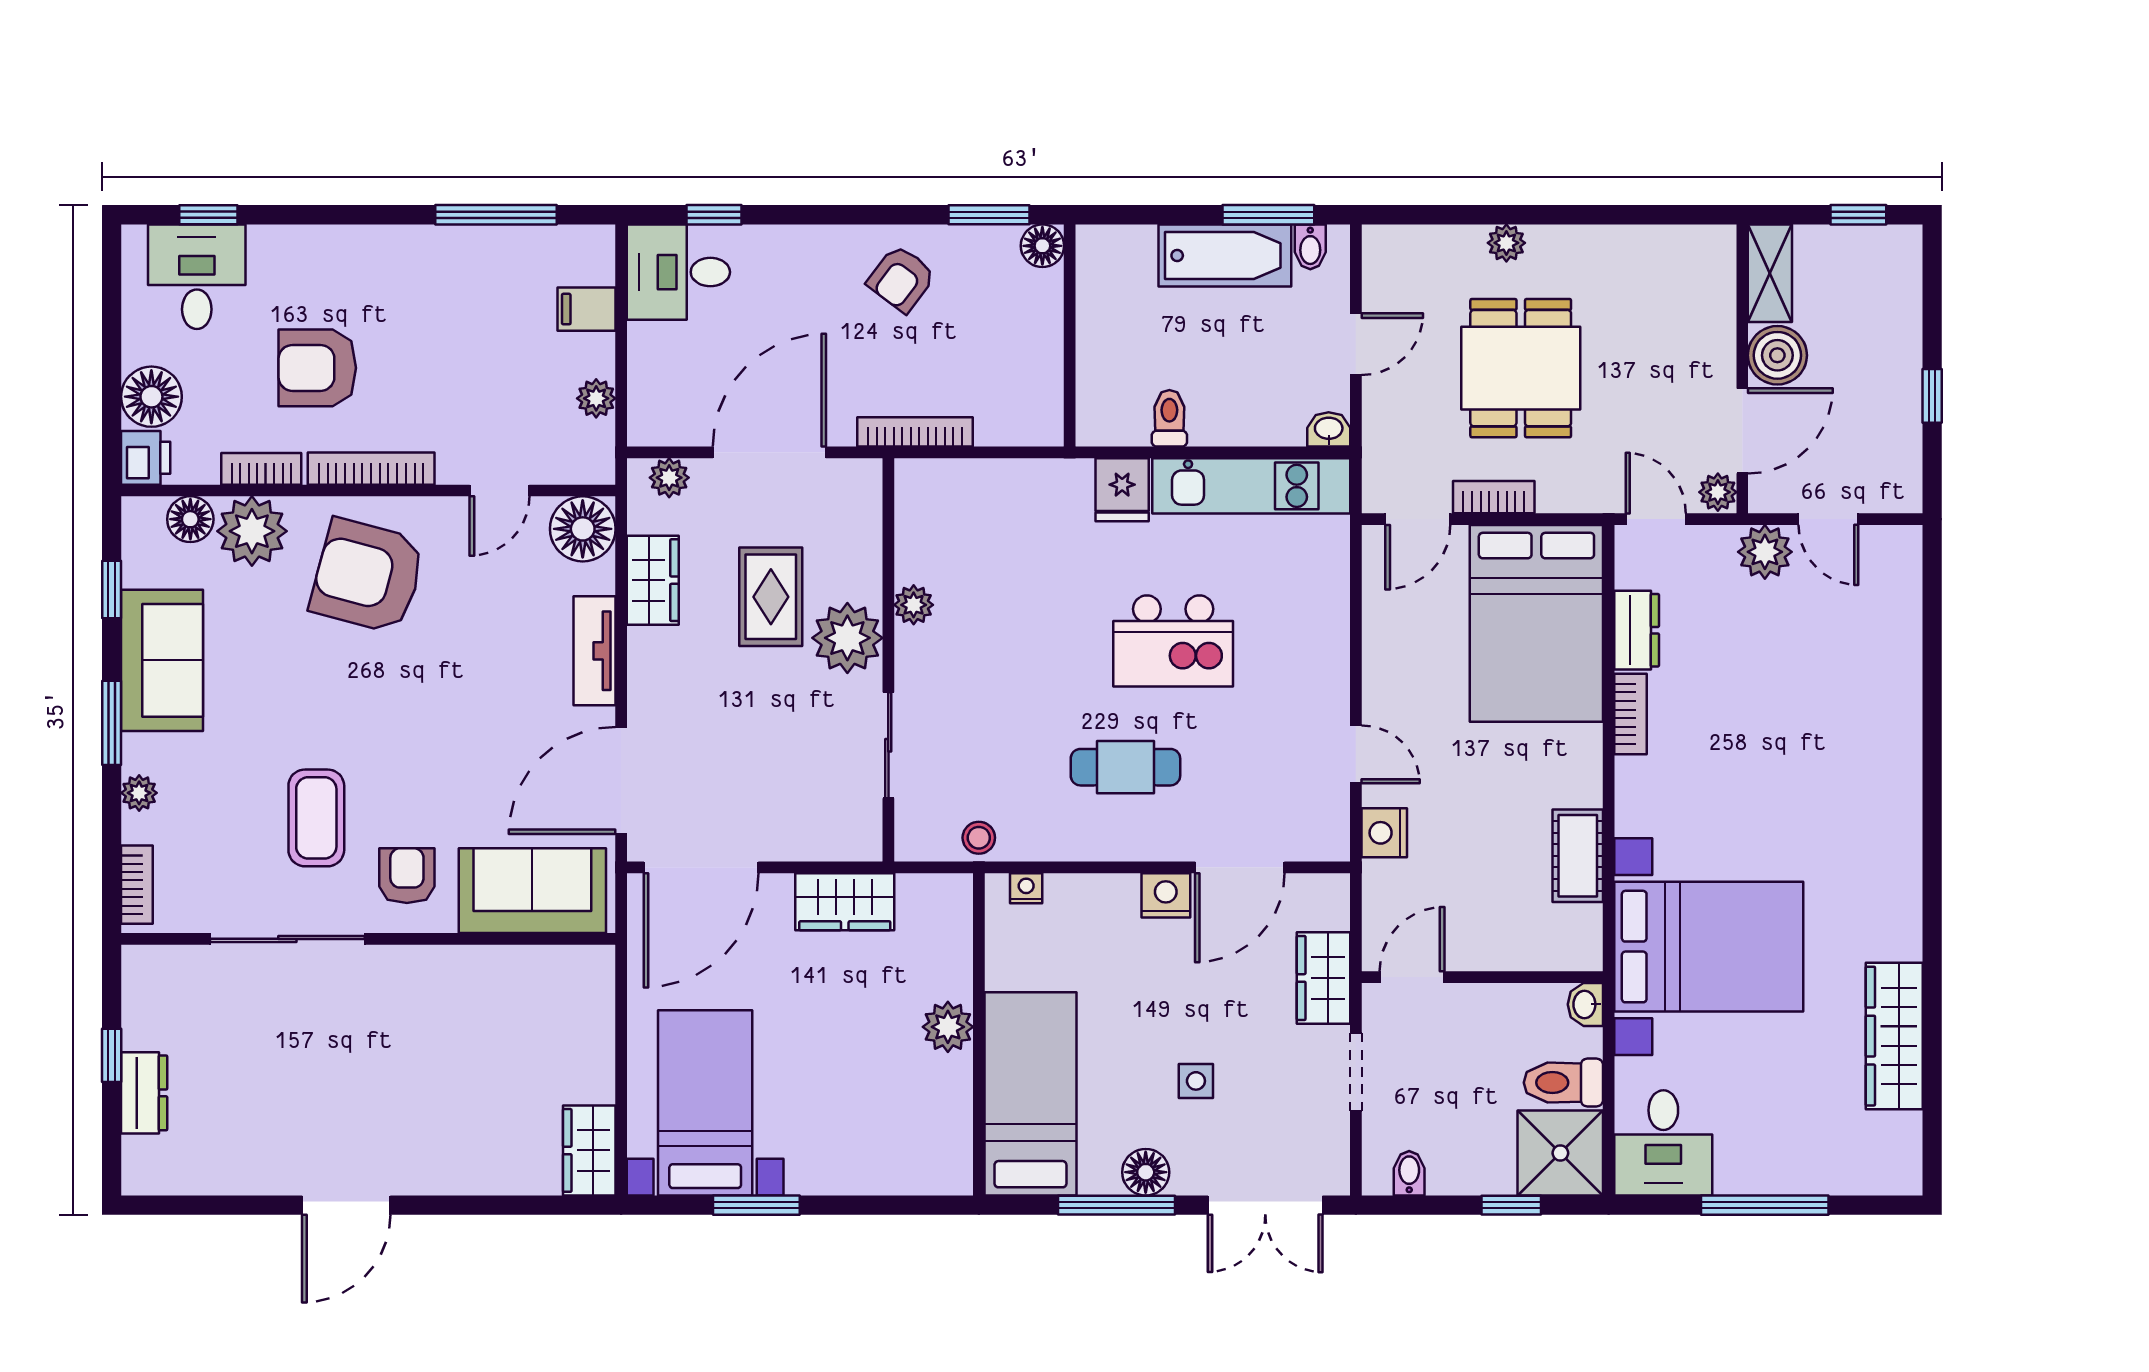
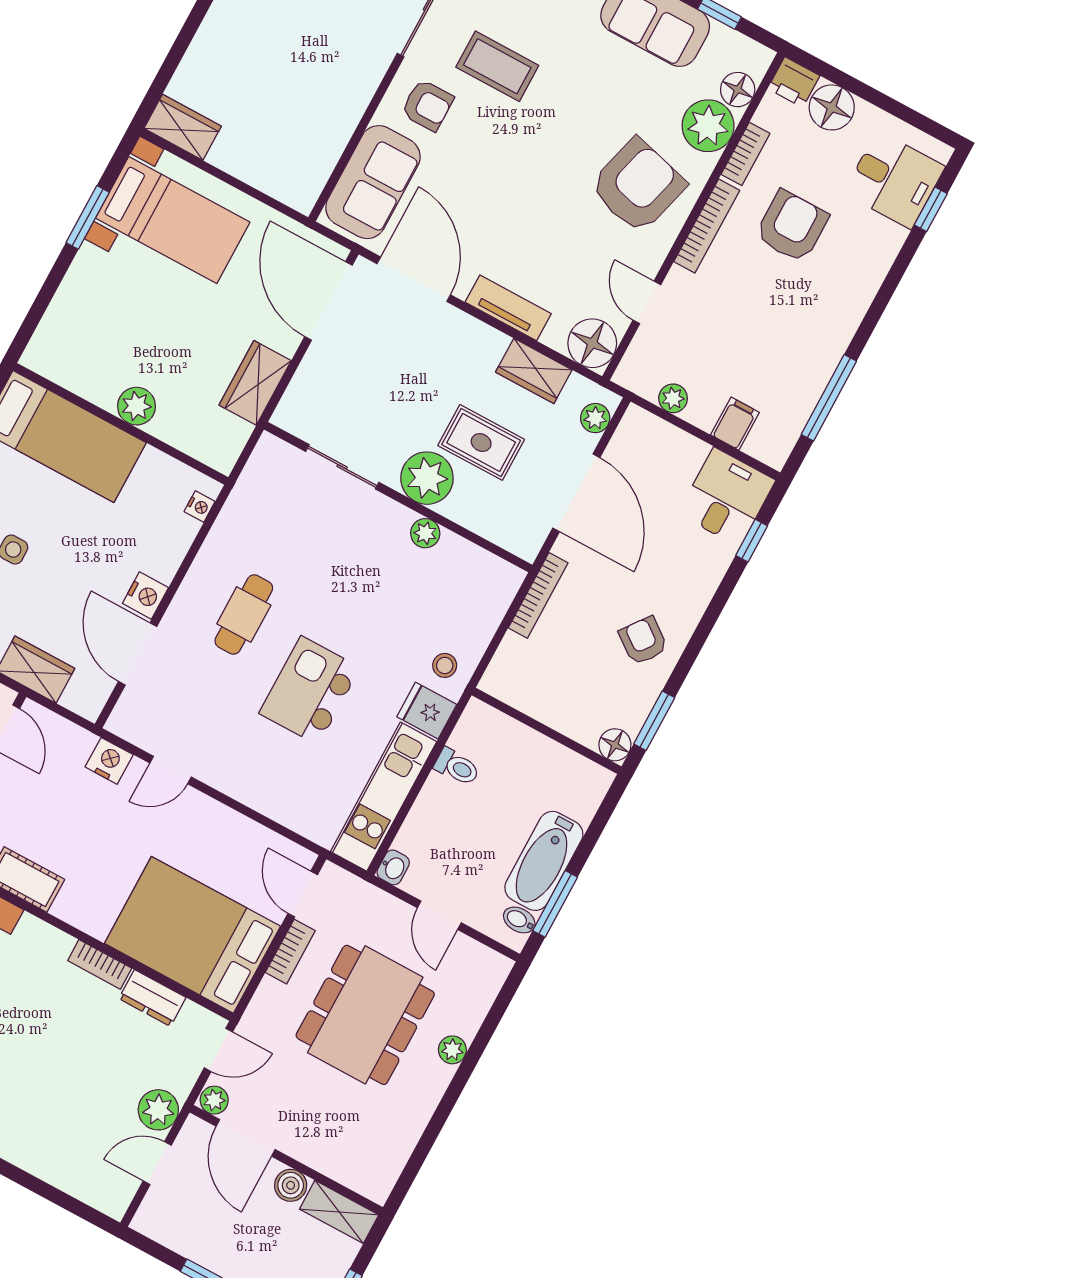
boiler: (1777, 355) -> (291, 1185), width x0.73, depth x0.73
dining table: (1521, 368) -> (365, 1015), width x1.38
stool: (979, 838) -> (445, 665), moved

